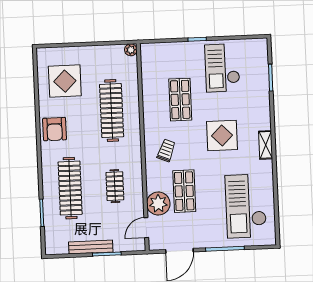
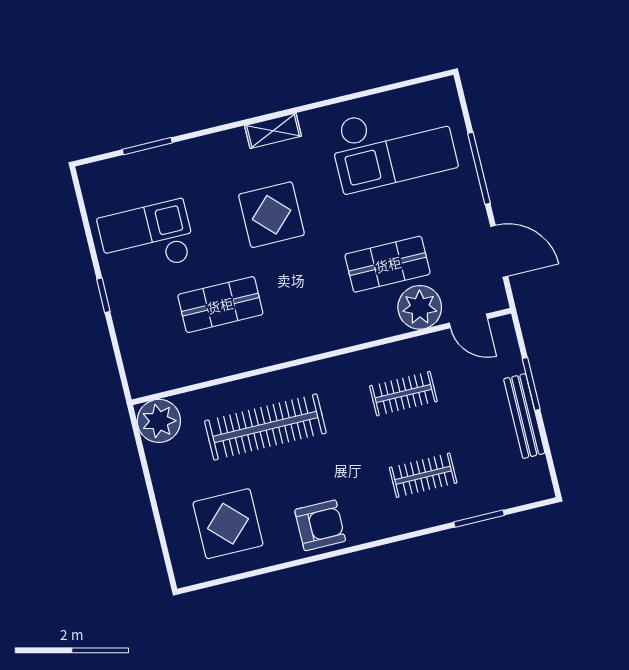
plant: (131, 50) -> (159, 421), width x1.88, depth x1.88
checkout: (222, 68) -> (147, 238), turned 180
trolley: (166, 150) -> (319, 312), removed
clothes rail: (70, 188) -> (423, 475), width x0.54, depth x0.76

